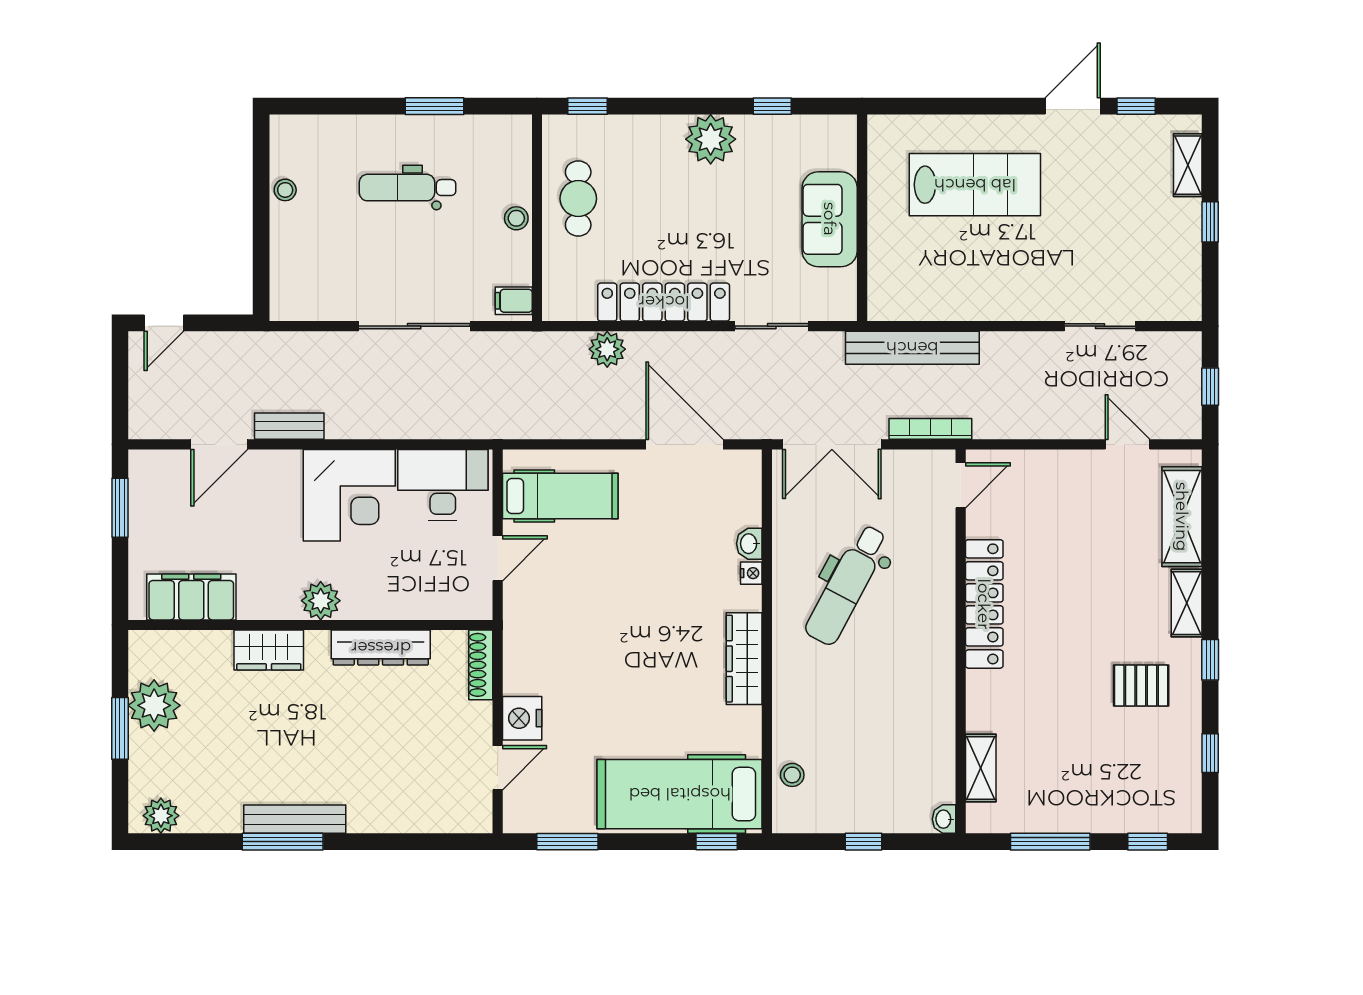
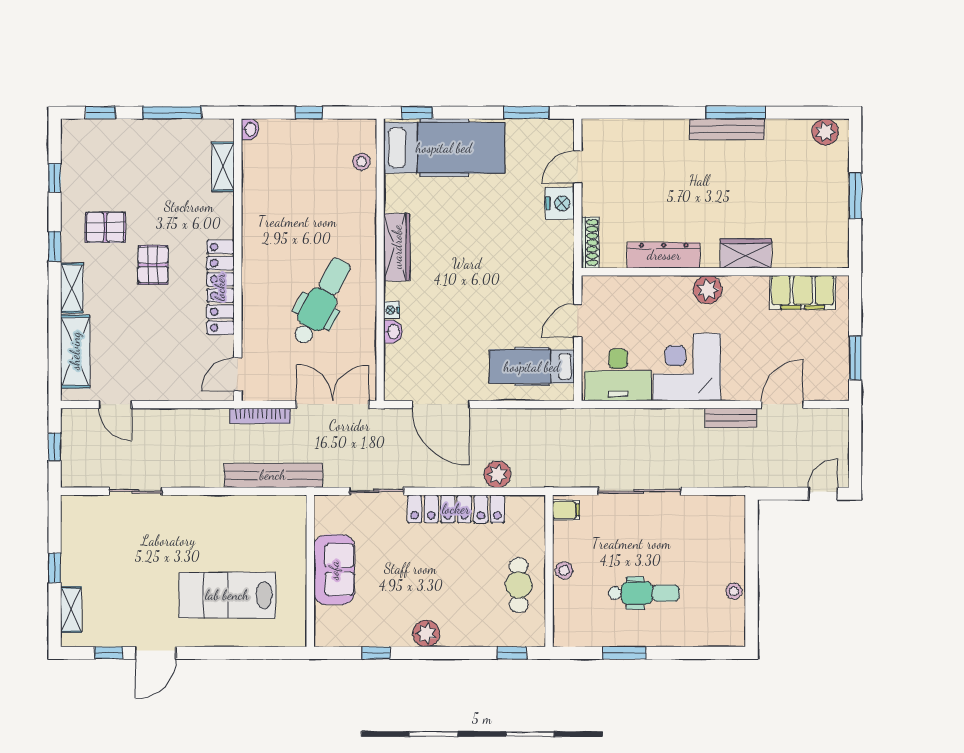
plant: (711, 139) -> (426, 633), width x0.73, depth x0.73
pallet: (1076, 634) -> (153, 265), added
plant: (154, 705) -> (830, 213), removed

